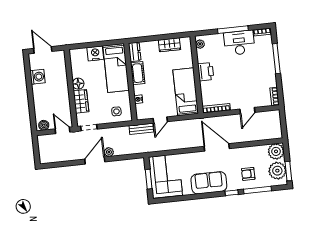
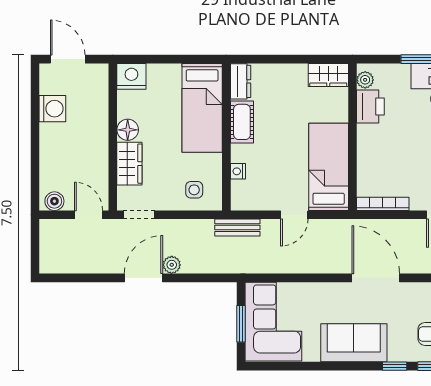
wardrobe: (169, 45) -> (328, 75), moved
nightstand: (95, 53) -> (131, 76), moved
printer: (206, 72) -> (370, 107), moved
door: (160, 120) -> (294, 215), moved

